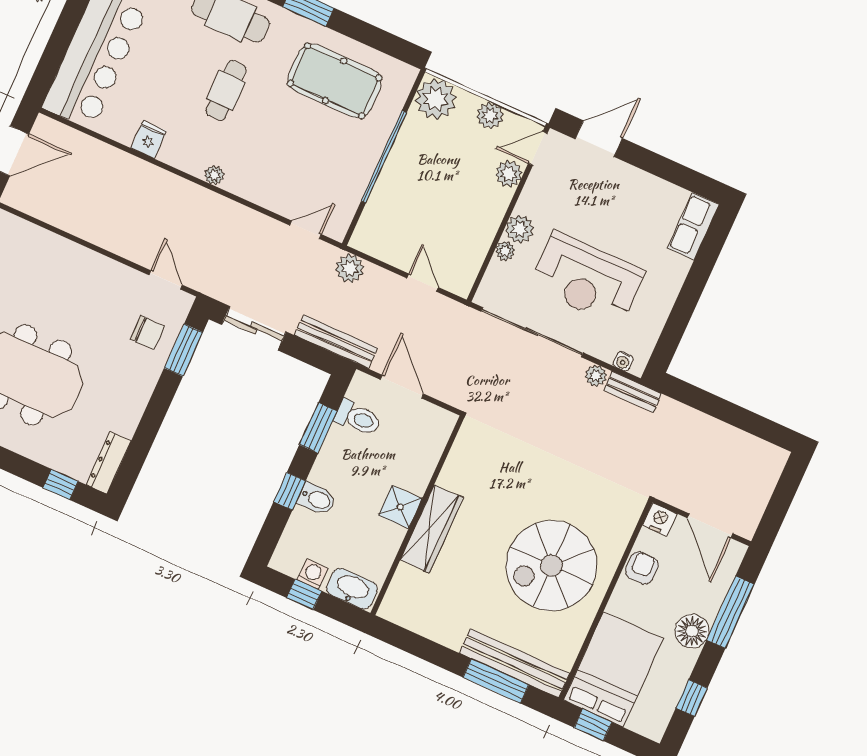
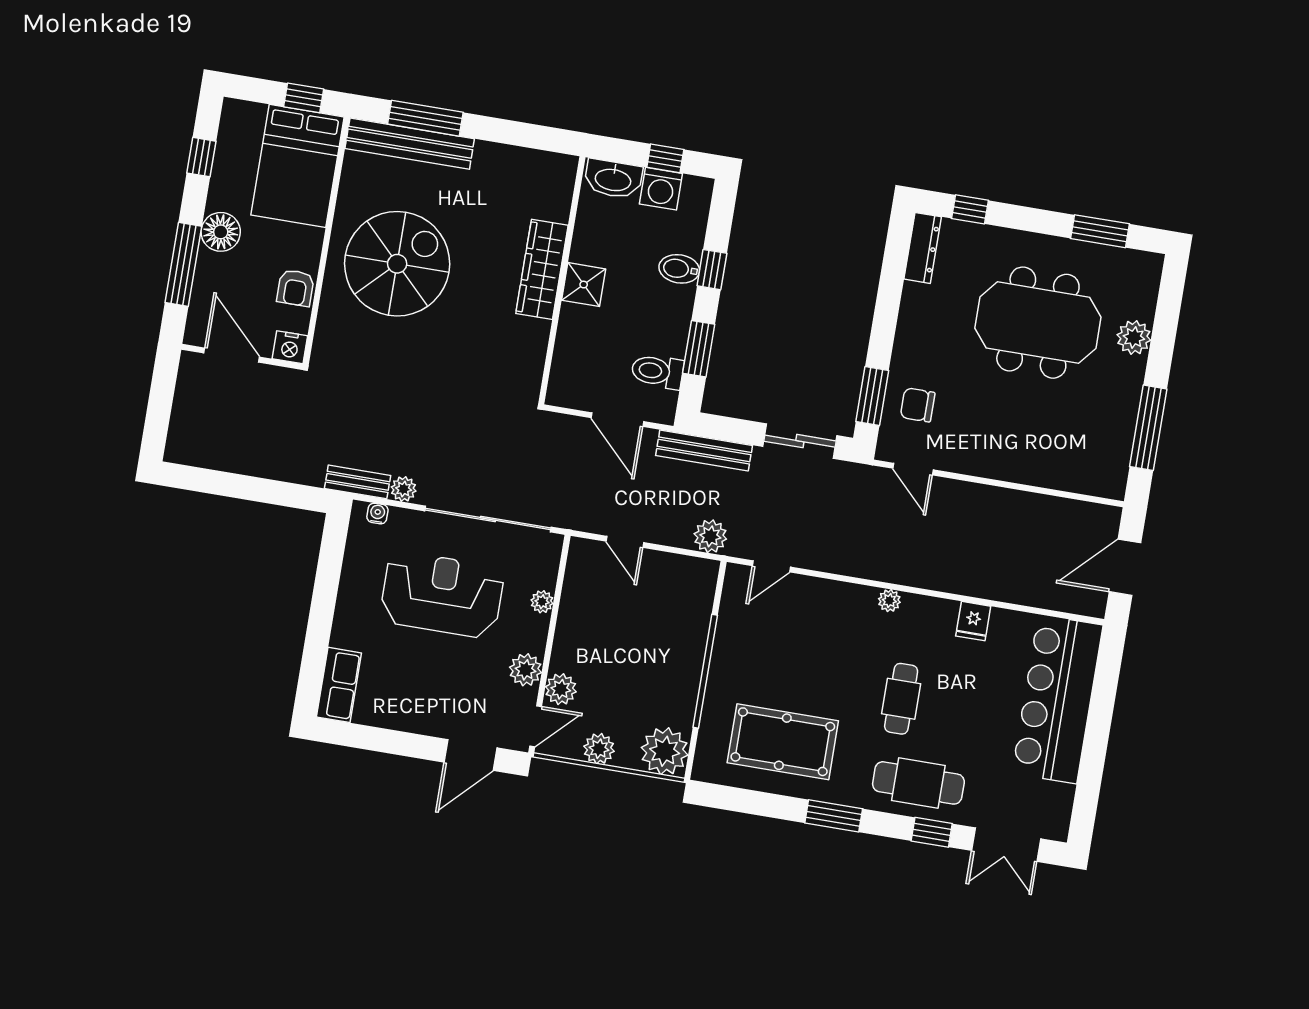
plant: (520, 229) -> (526, 670), moved
washing machine: (313, 574) -> (661, 189), width x1.38, depth x1.38

